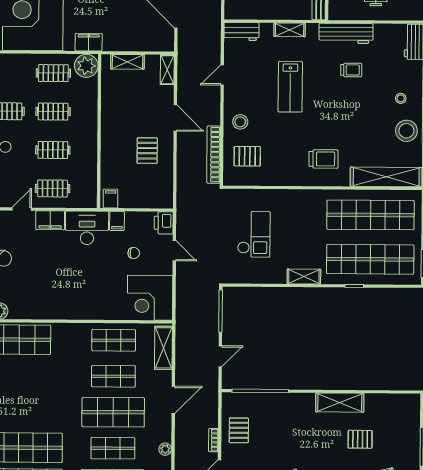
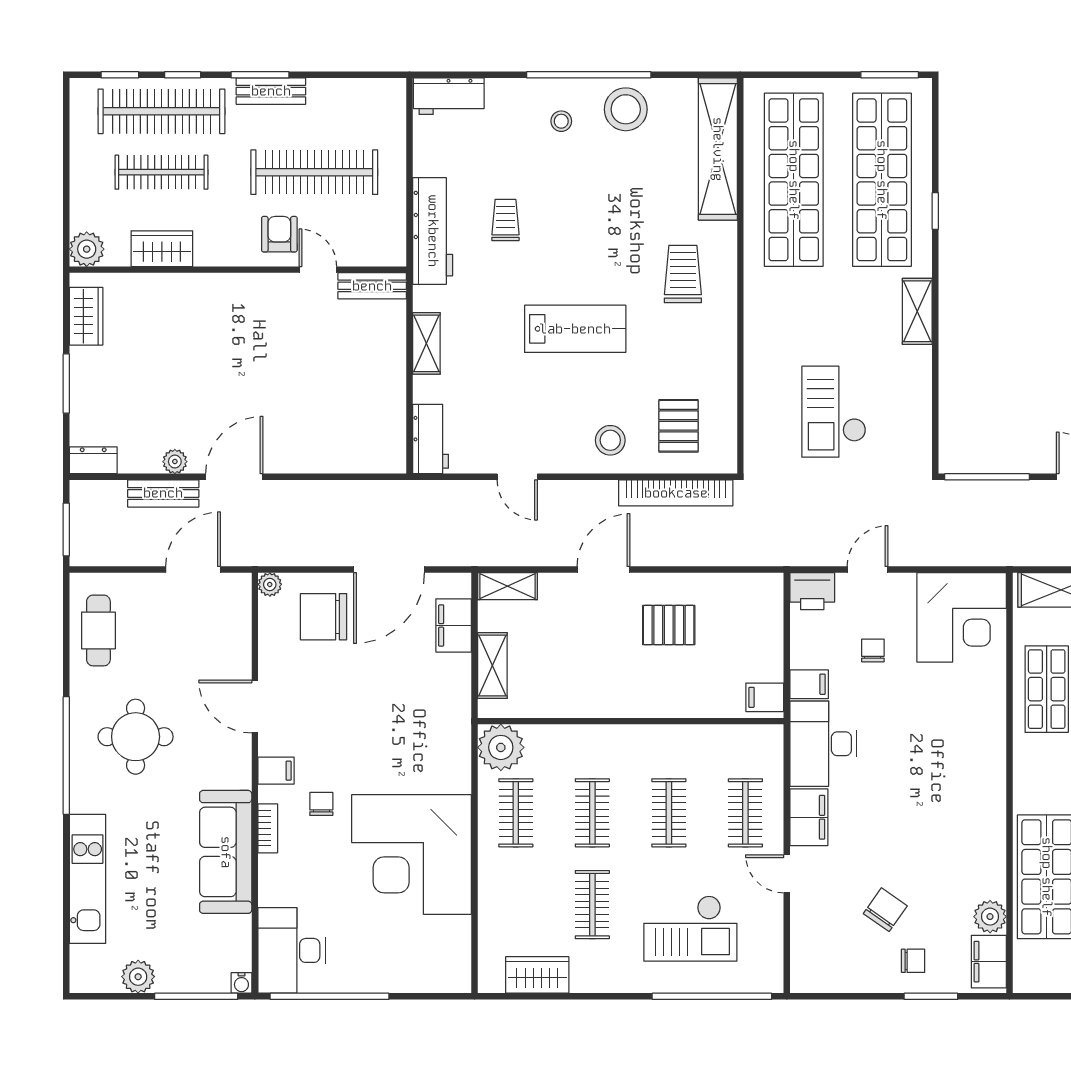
filing cabinet: (89, 42) -> (454, 625), moved
lab bench: (290, 87) -> (575, 329), moved
checkout: (254, 234) -> (834, 412), turned -90

